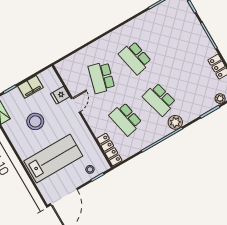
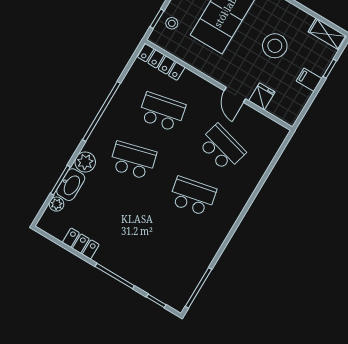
filing cabinet: (30, 87) -> (309, 80), width x0.50
washbasin: (205, 106) -> (71, 185), added
plant: (175, 122) -> (85, 162), moved

